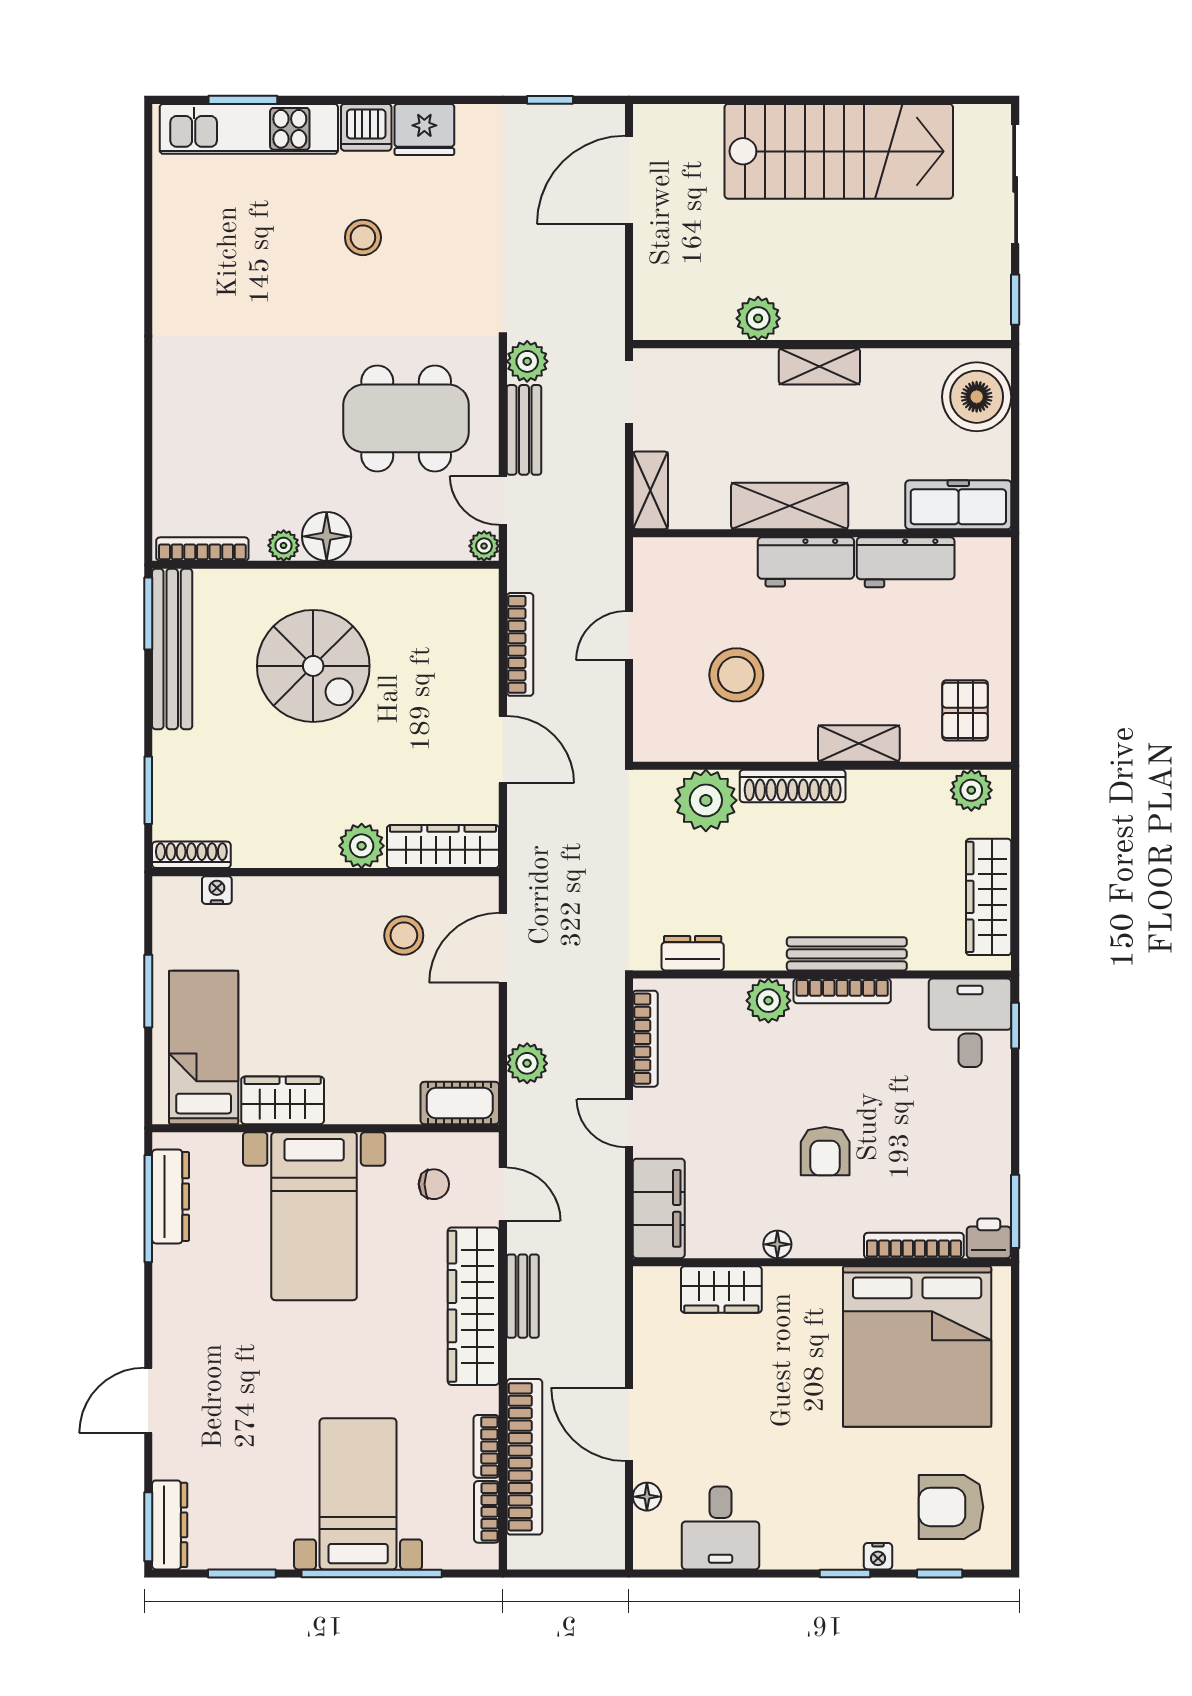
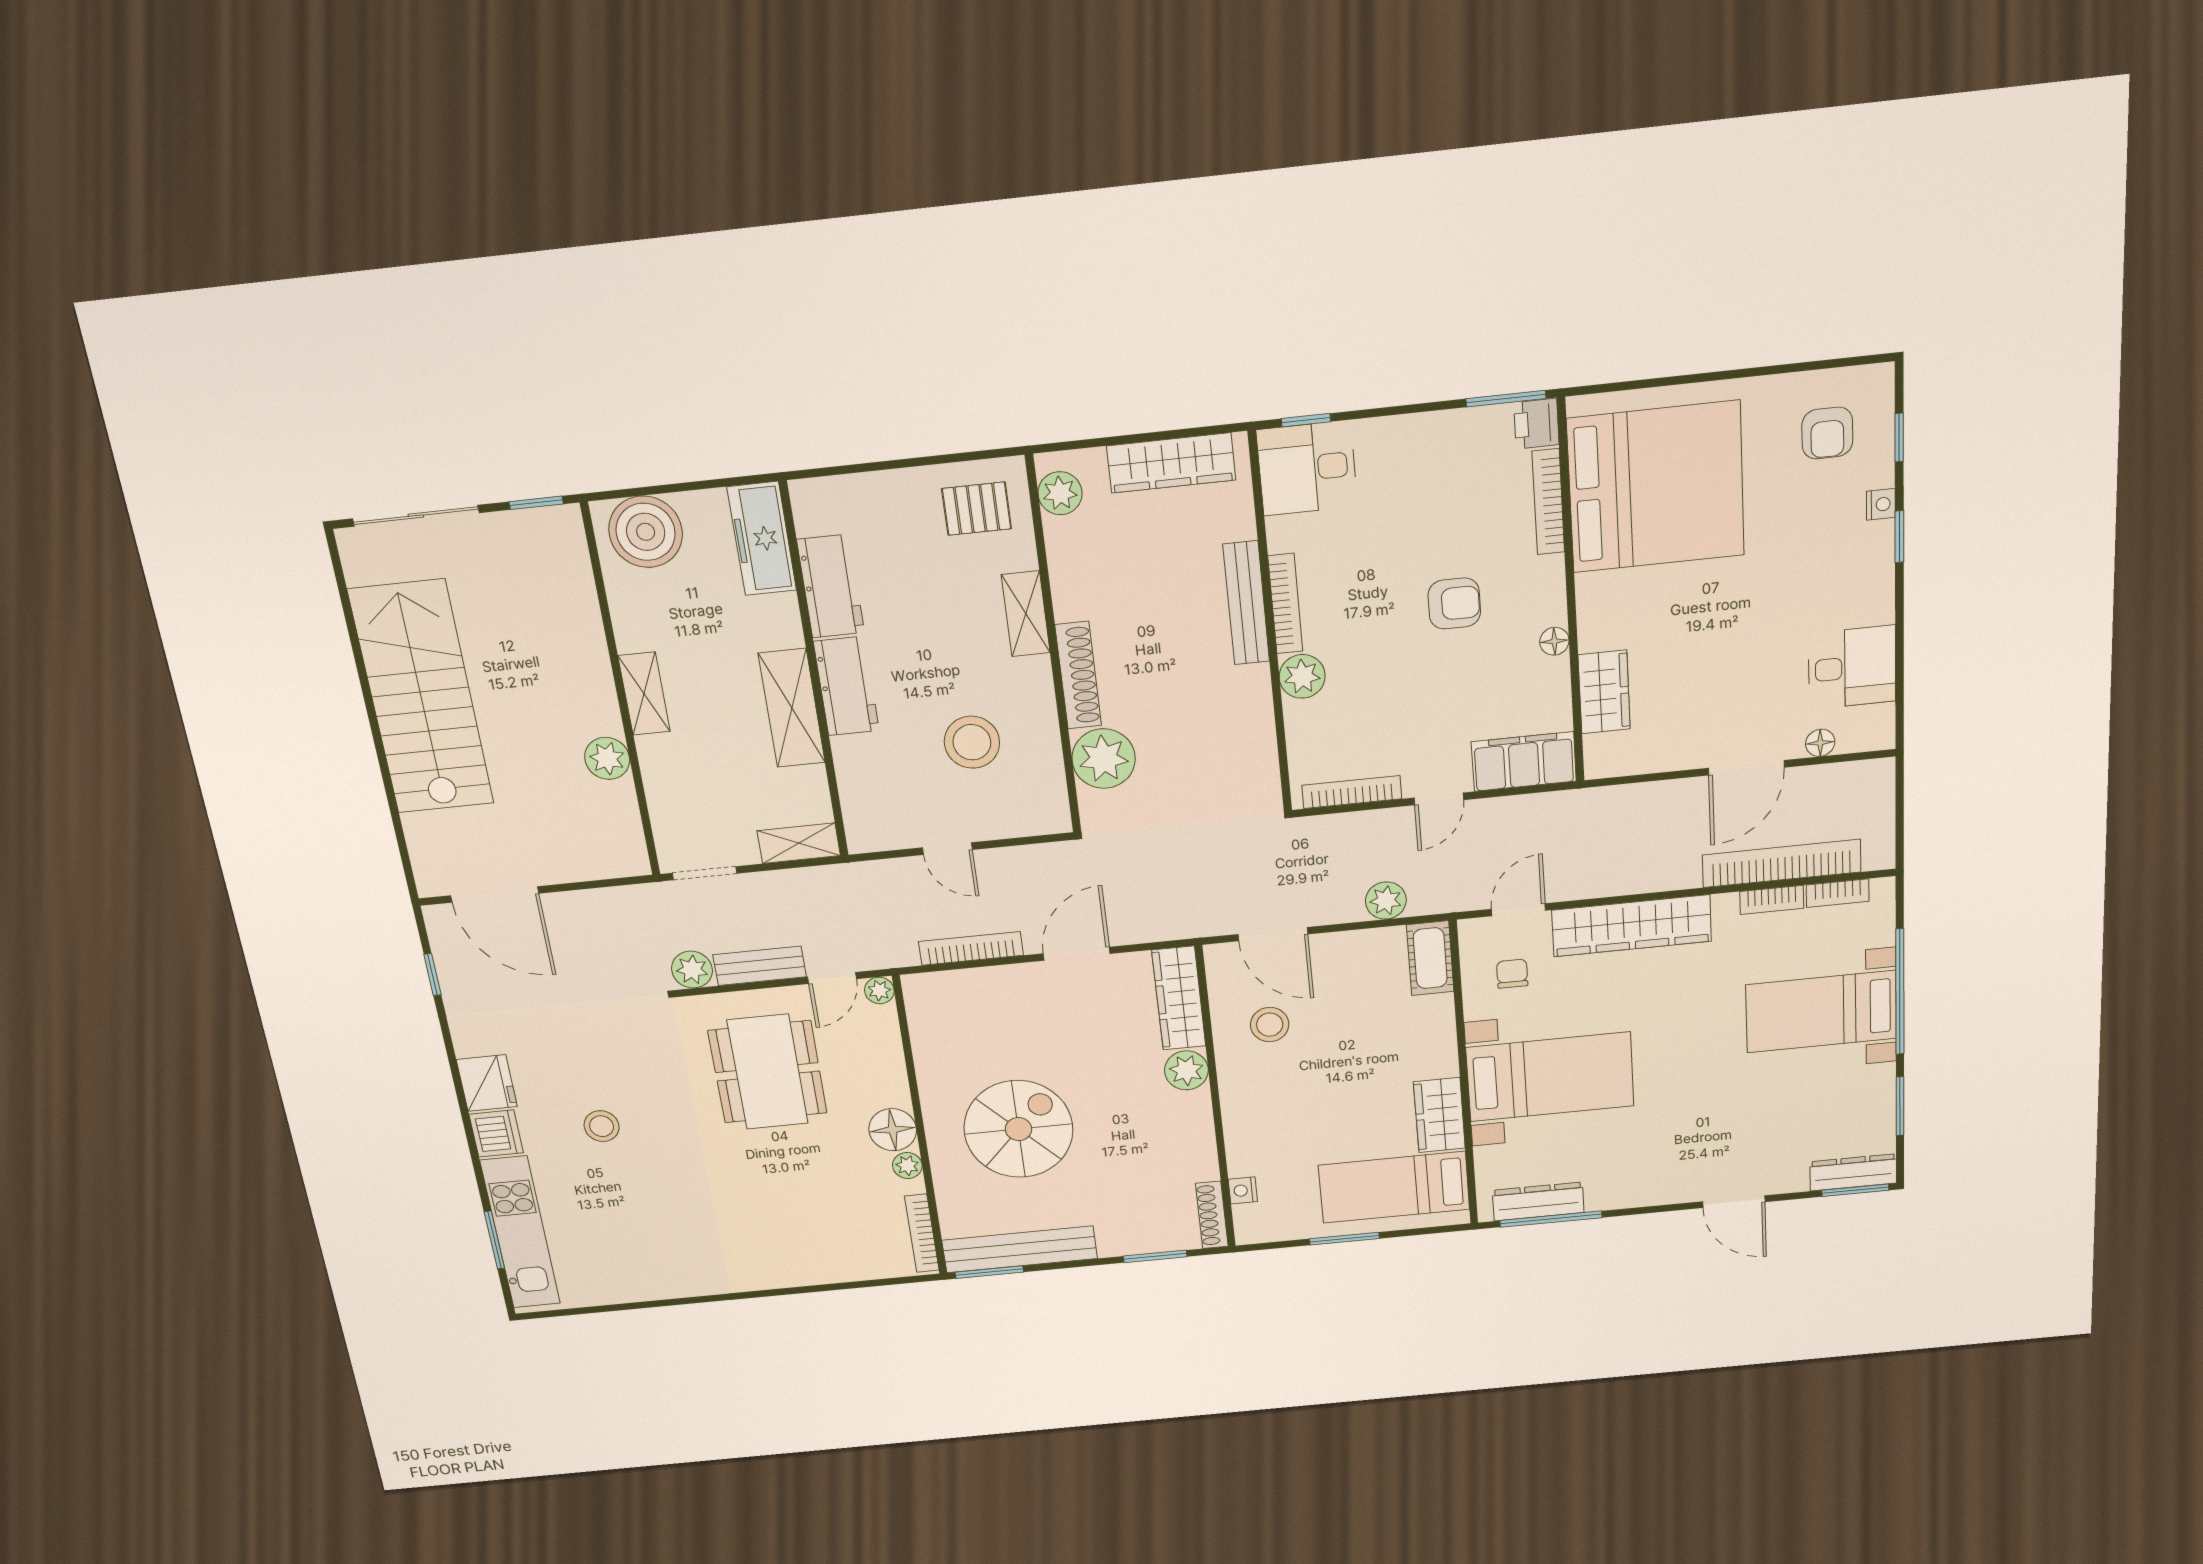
dresser: (693, 953) -> (1261, 755), removed
bench: (523, 1296) -> (1619, 881), removed
armchair: (951, 1507) -> (1827, 433), width x0.72, depth x0.72

